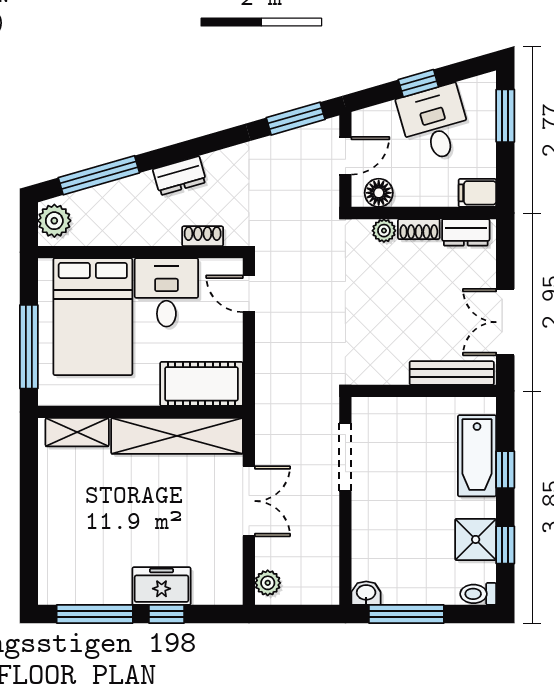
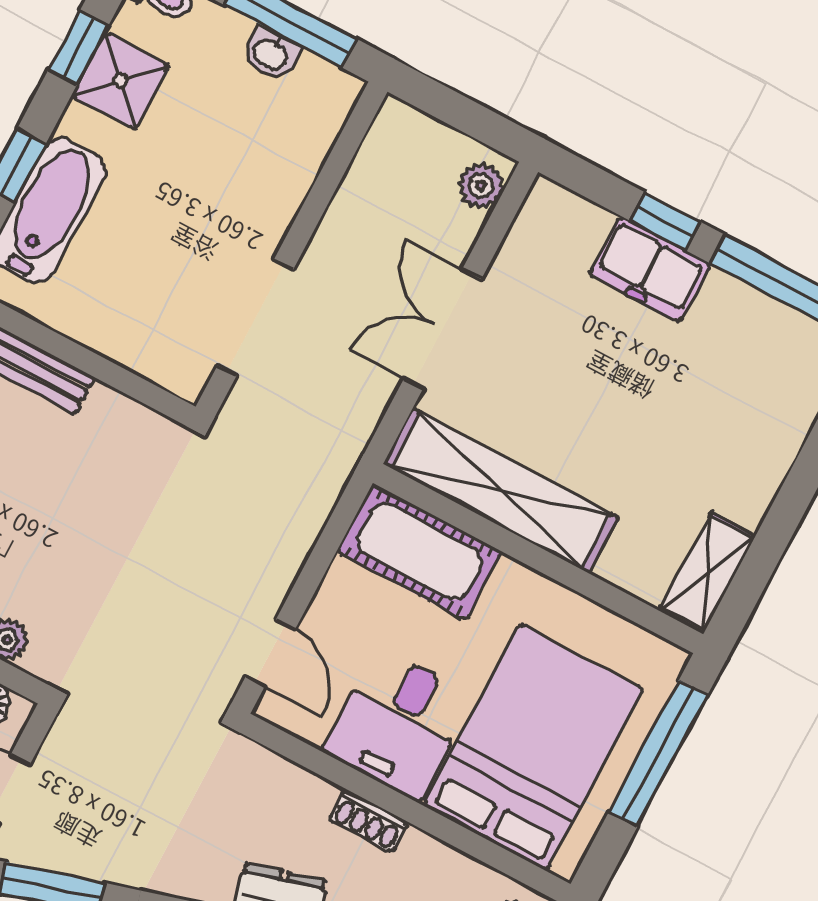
shoe rack: (203, 236) -> (369, 821), moved
shelving: (77, 432) -> (707, 573), moved, turned 90
washbasin: (366, 593) -> (271, 53), moved

